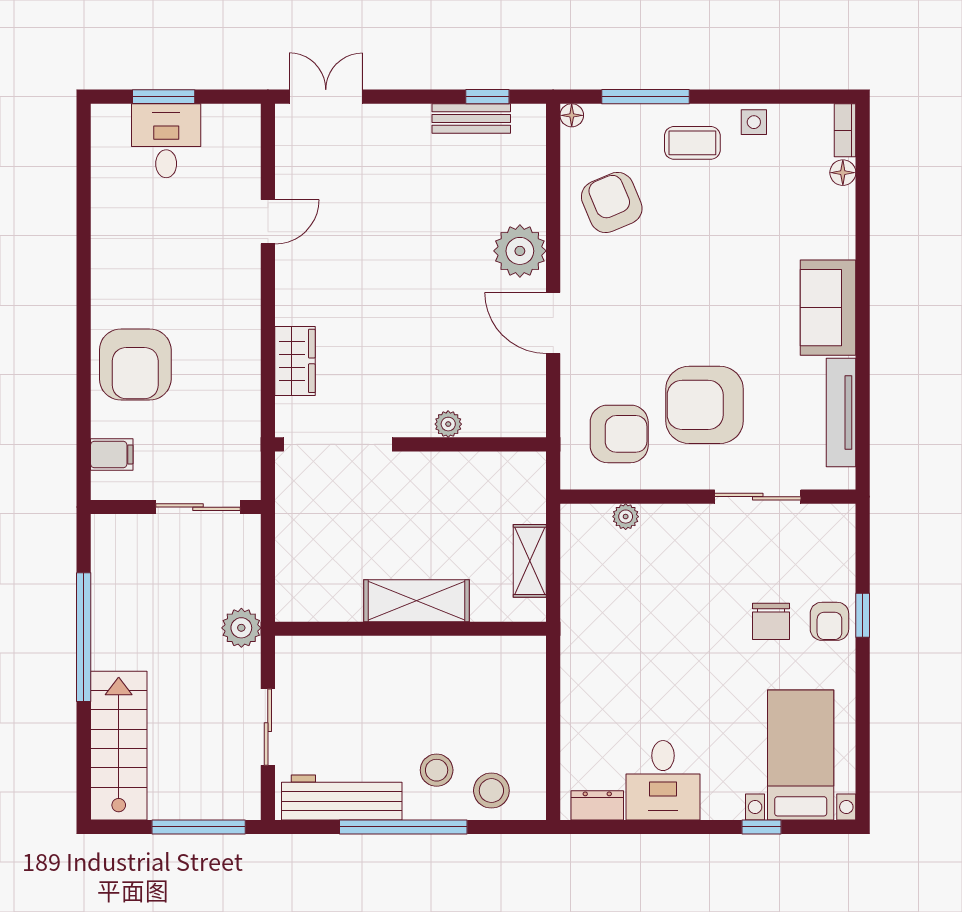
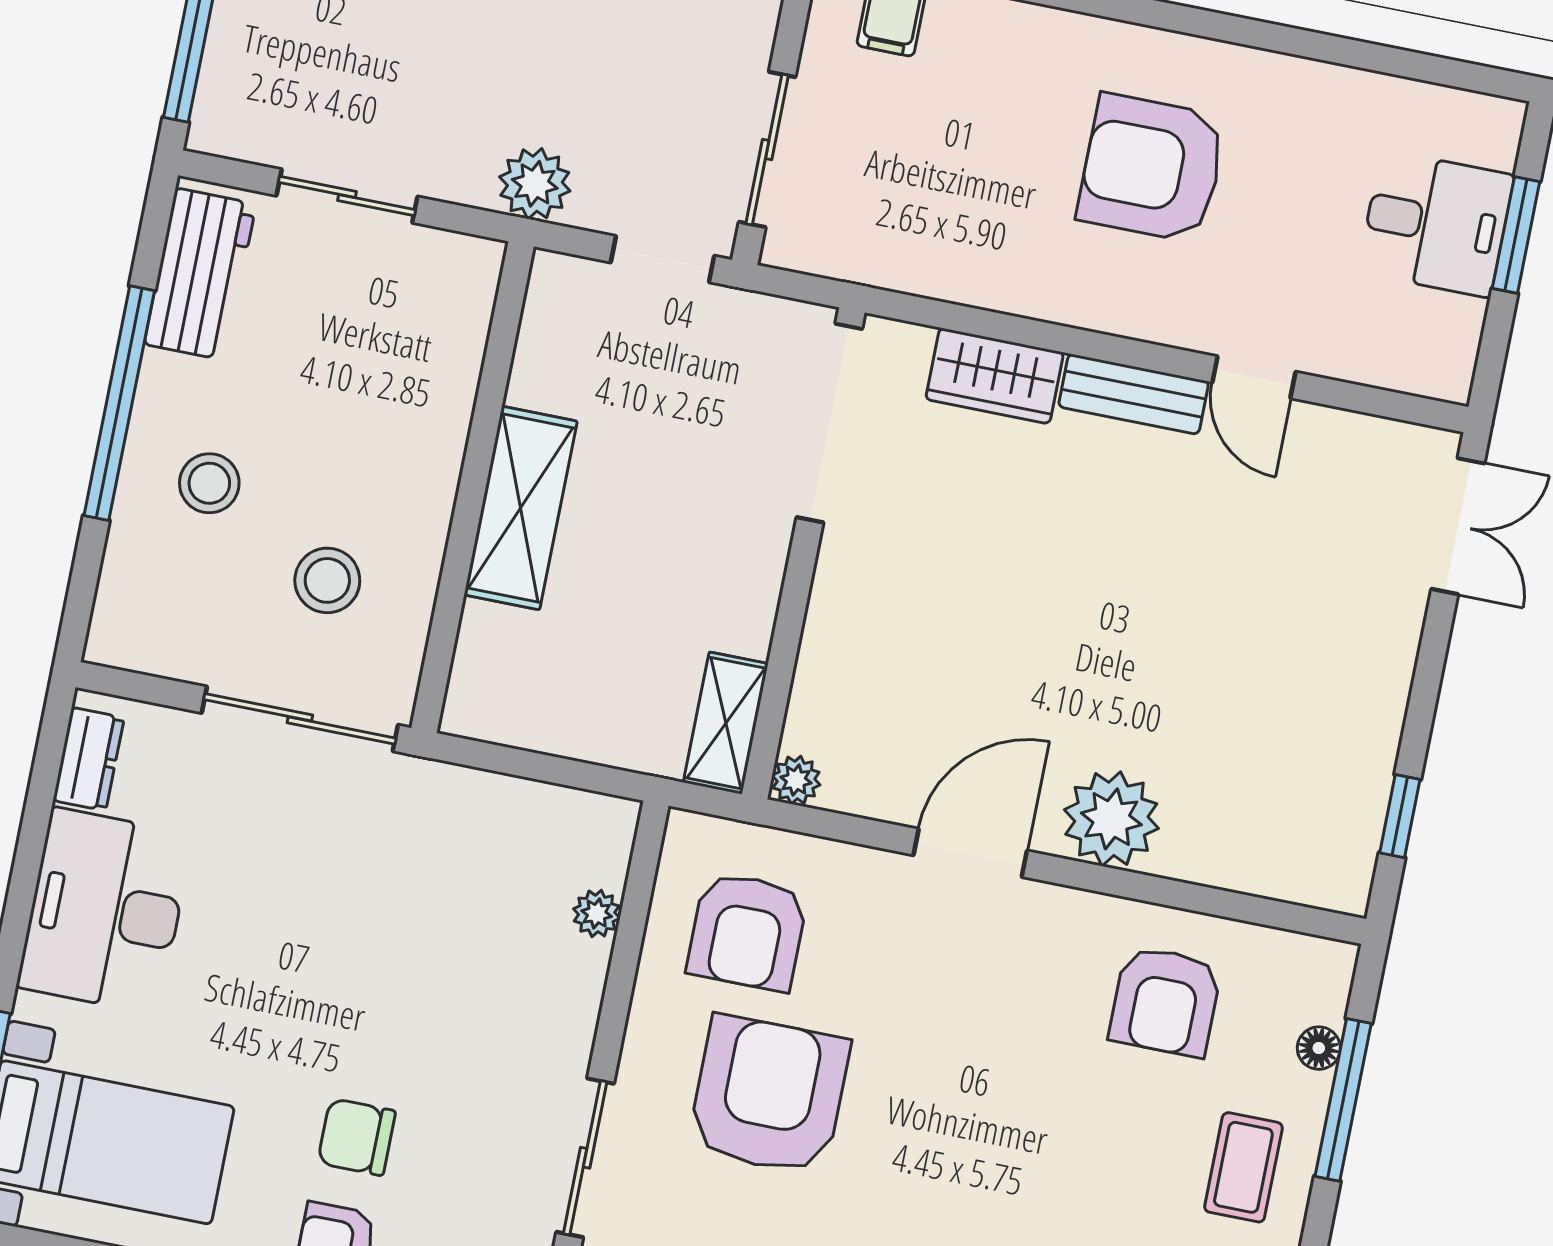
floor lamp: (572, 115) -> (1319, 1048), moved
bench: (471, 119) -> (1134, 394), moved, turned 90
armchair: (612, 202) -> (1165, 1001), turned 113
armchair: (135, 364) -> (1152, 168), moved
plant: (448, 424) -> (796, 780), moved
doorway: (268, 551) -> (663, 259), added
shelving: (530, 561) -> (726, 723), moved, turned 90
sliding door: (553, 696) -> (300, 719), added
desk: (663, 780) -> (105, 911), width x1.37
stool: (491, 791) -> (327, 580), moved
workbench: (342, 797) -> (200, 274), width x0.73

